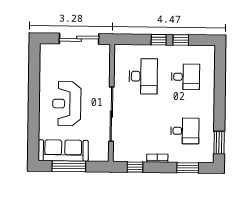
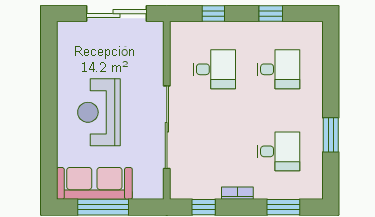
window: (159, 40) -> (213, 14), moved
desk: (143, 76) -> (214, 69), width x0.73
window: (219, 143) -> (331, 135), moved

